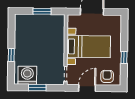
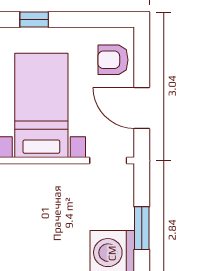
window: (124, 58) -> (34, 19), moved

